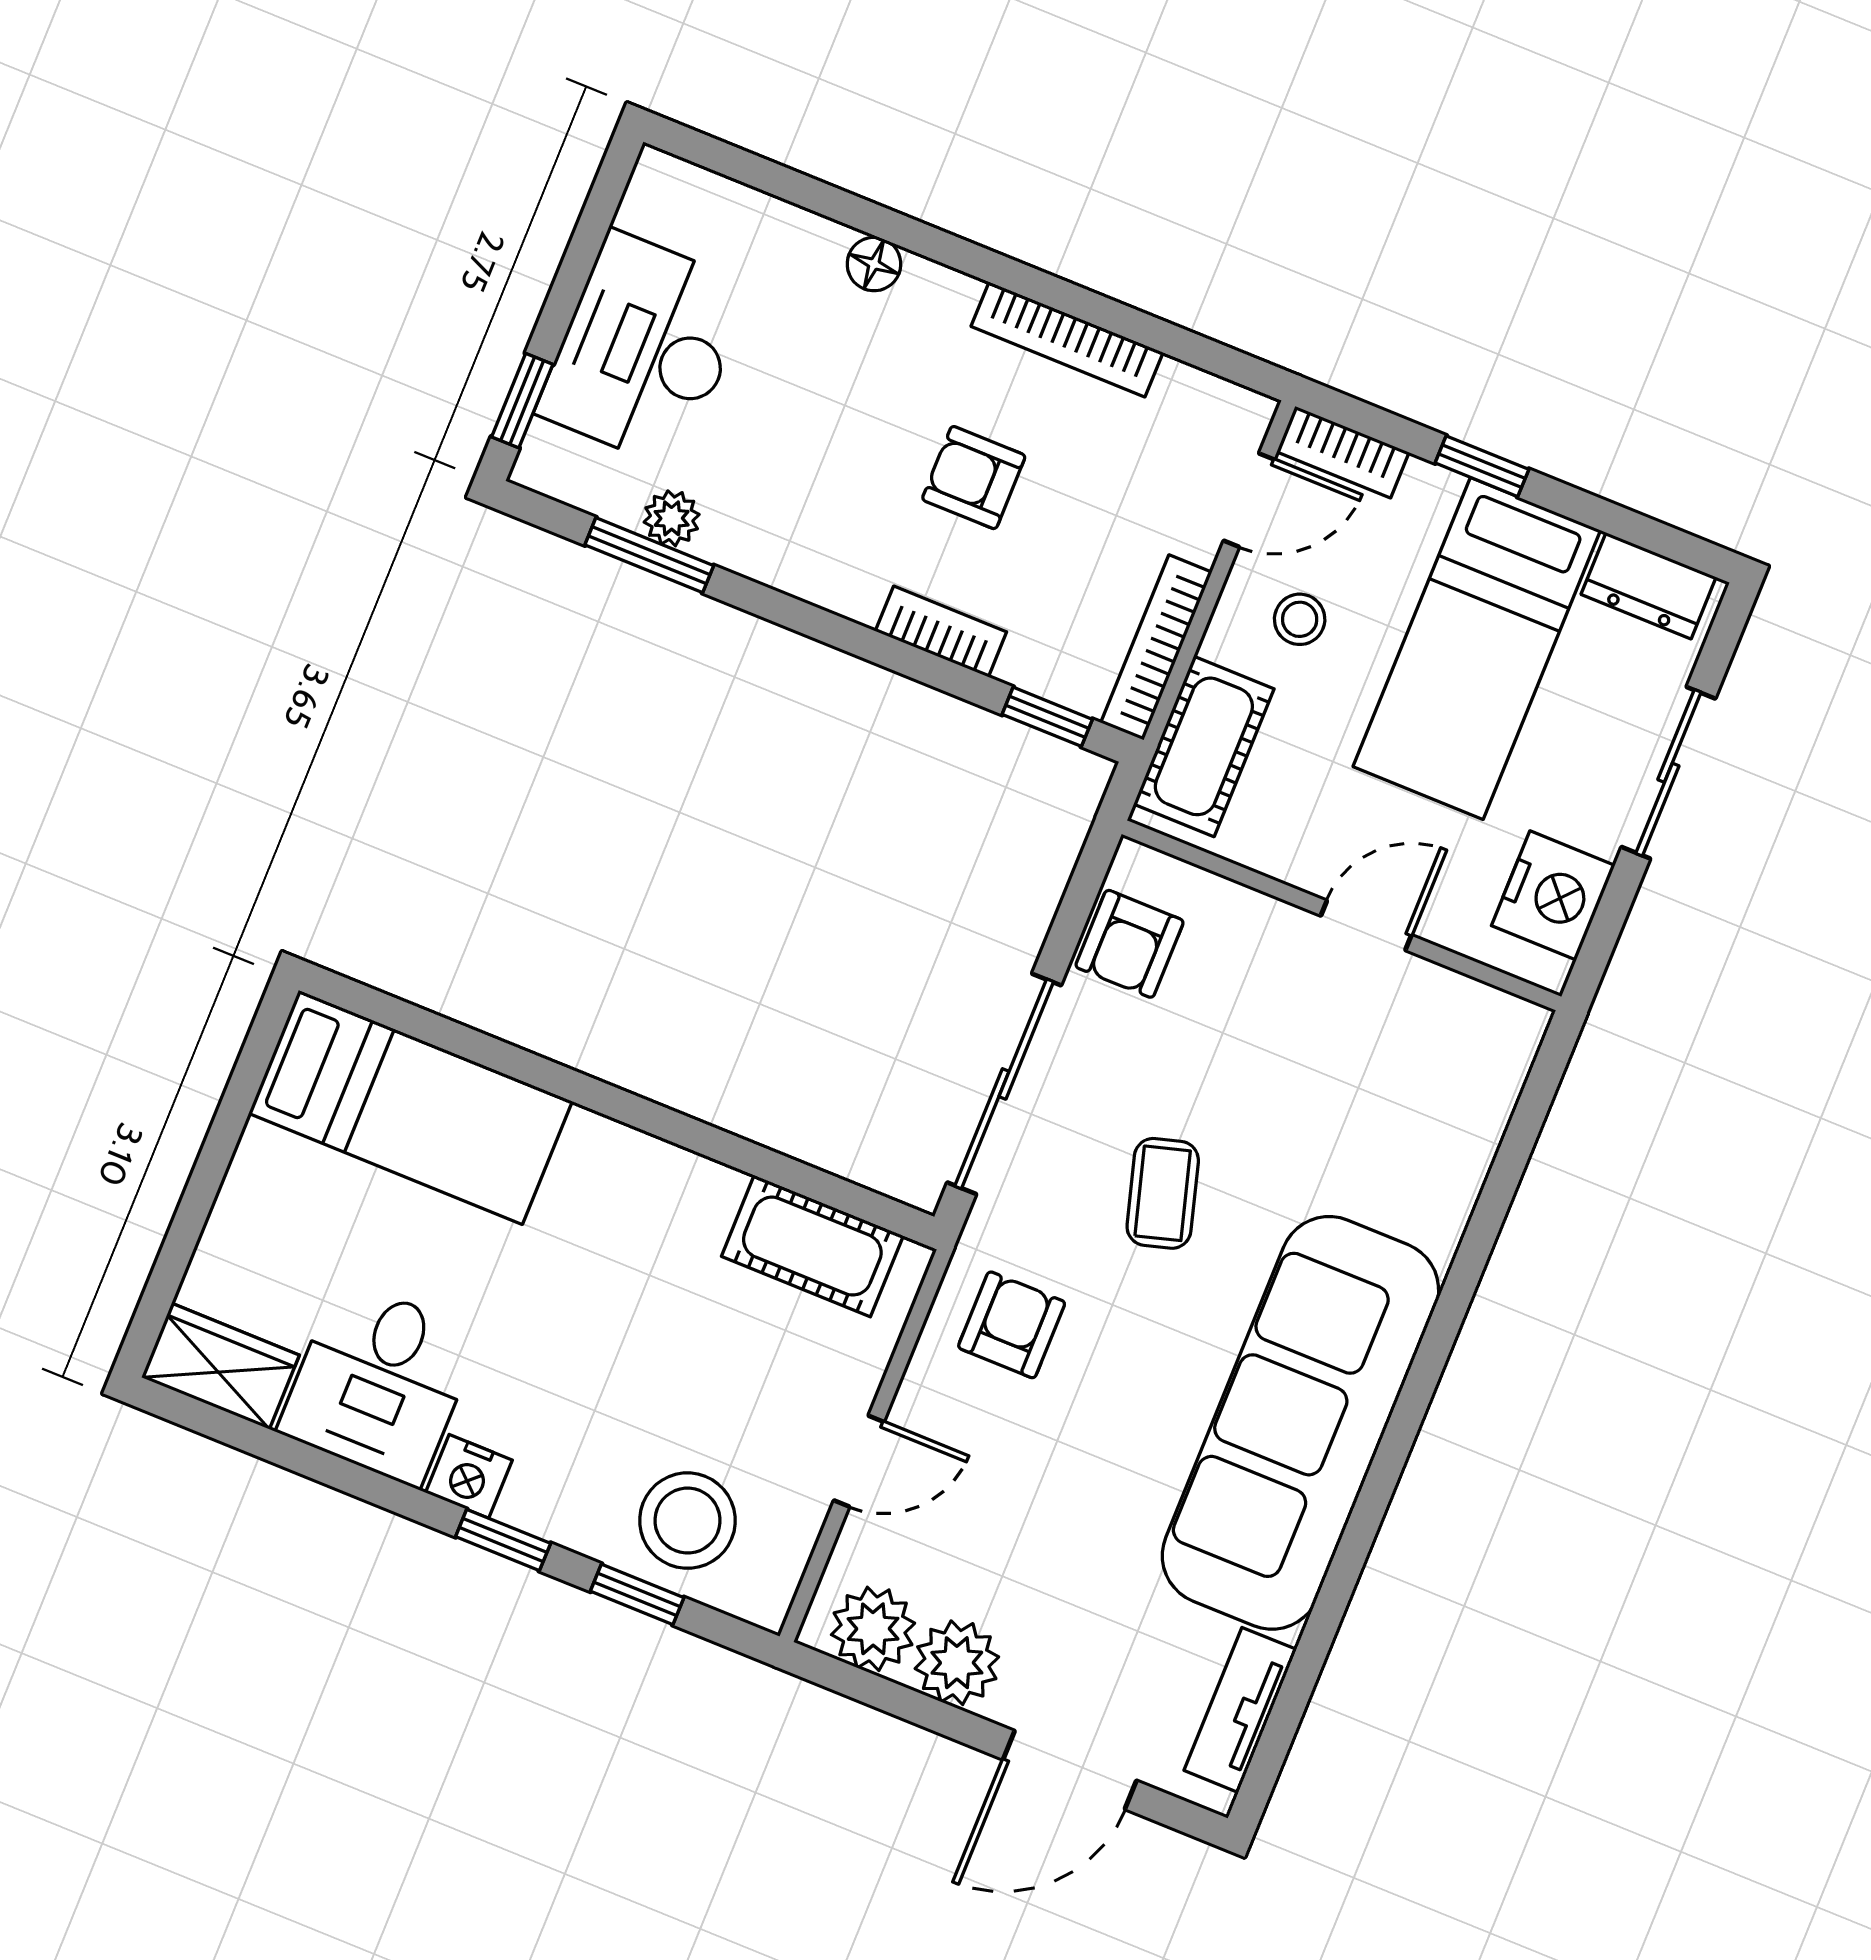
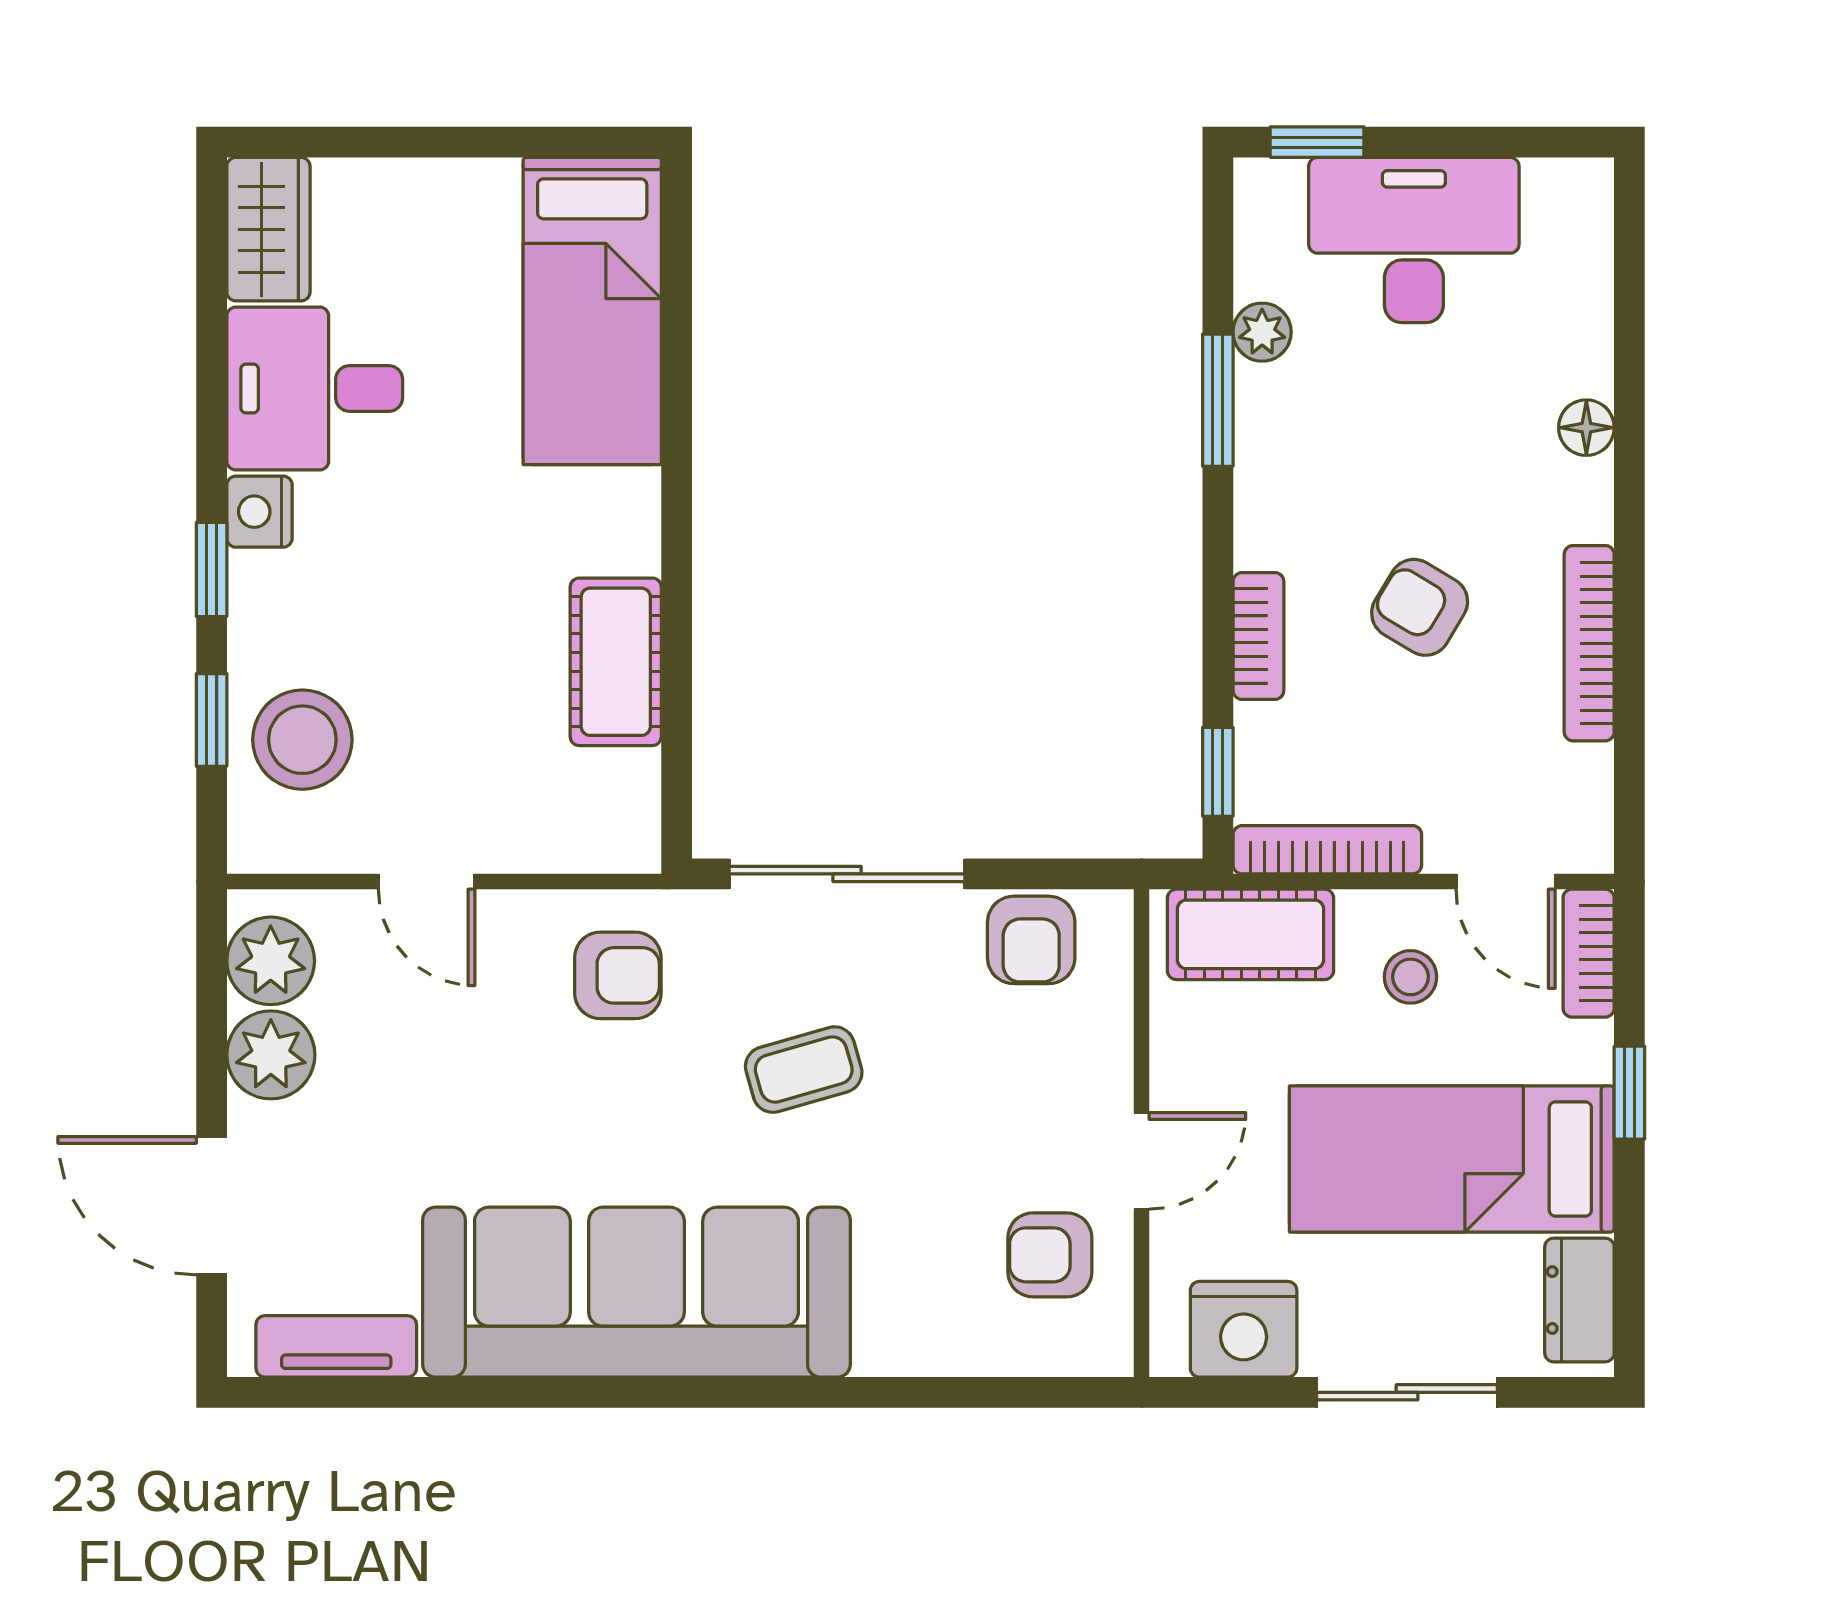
armchair: (974, 478) -> (1420, 607), turned -59
window: (649, 555) -> (1218, 400), moved
door: (1366, 925) -> (1142, 1161), hinge flipped
armchair: (1130, 944) -> (1031, 940), turned -90
armchair: (1417, 1041) -> (1050, 1255), added
cot: (812, 1246) -> (616, 662), moved

